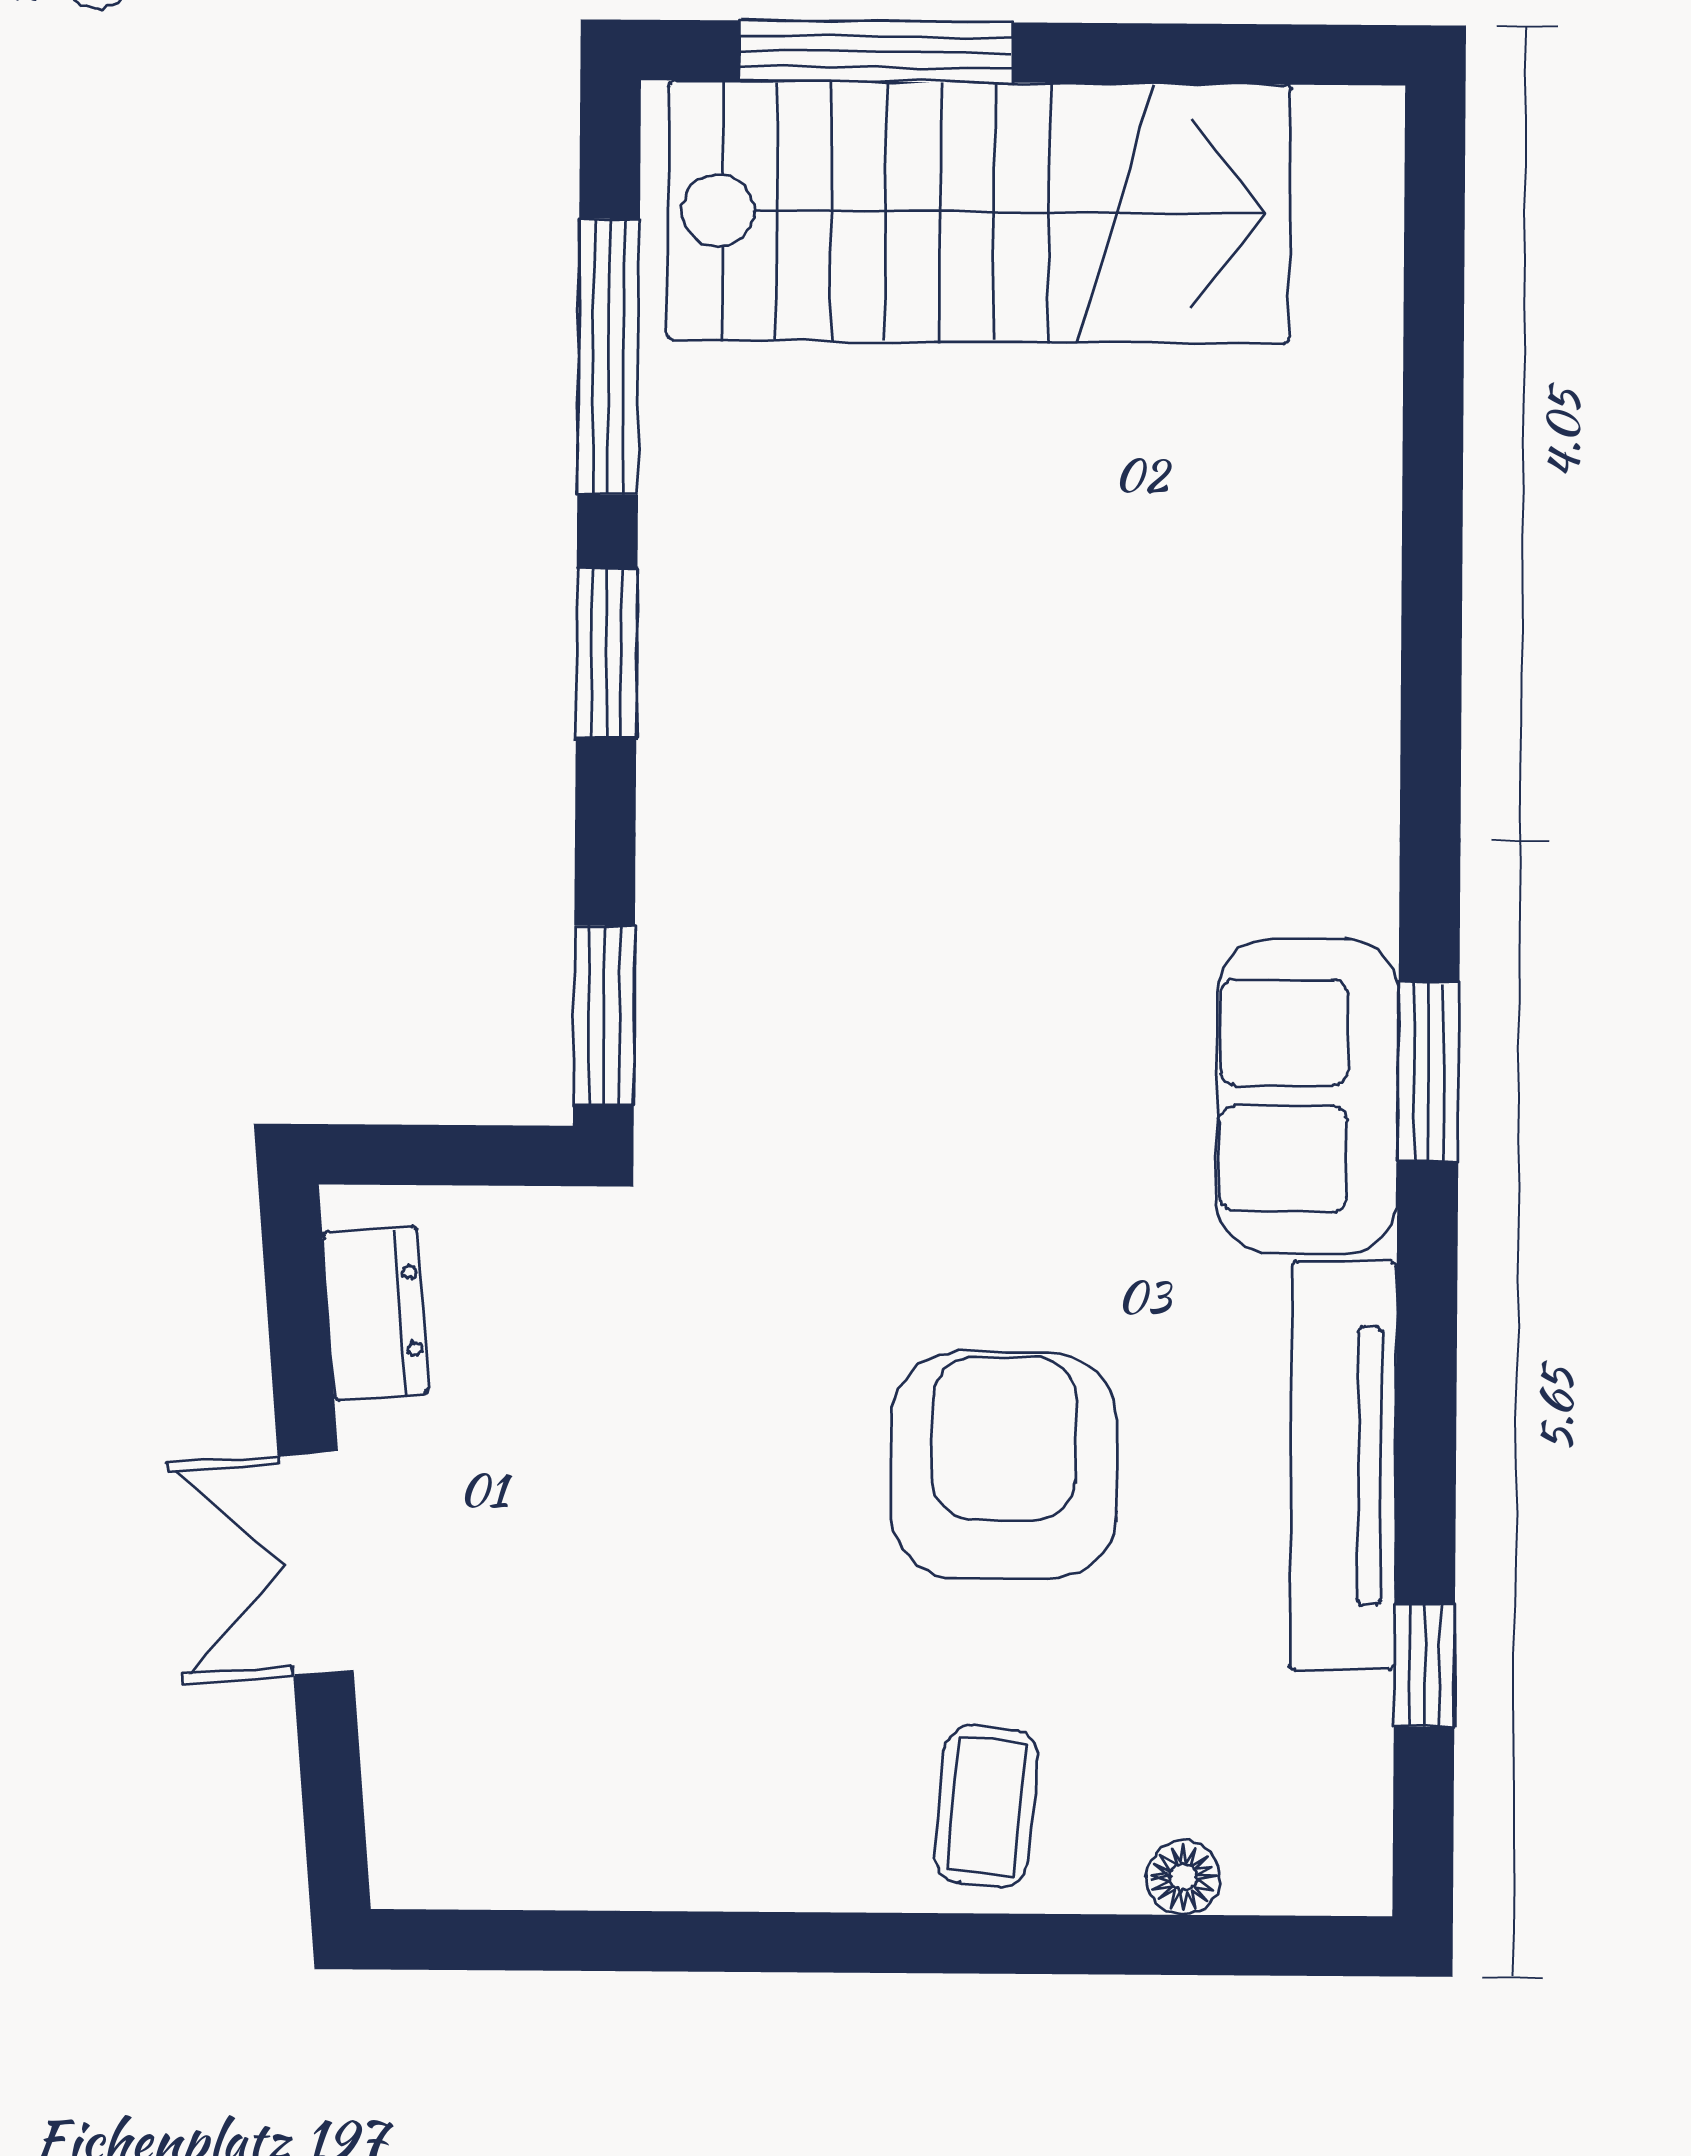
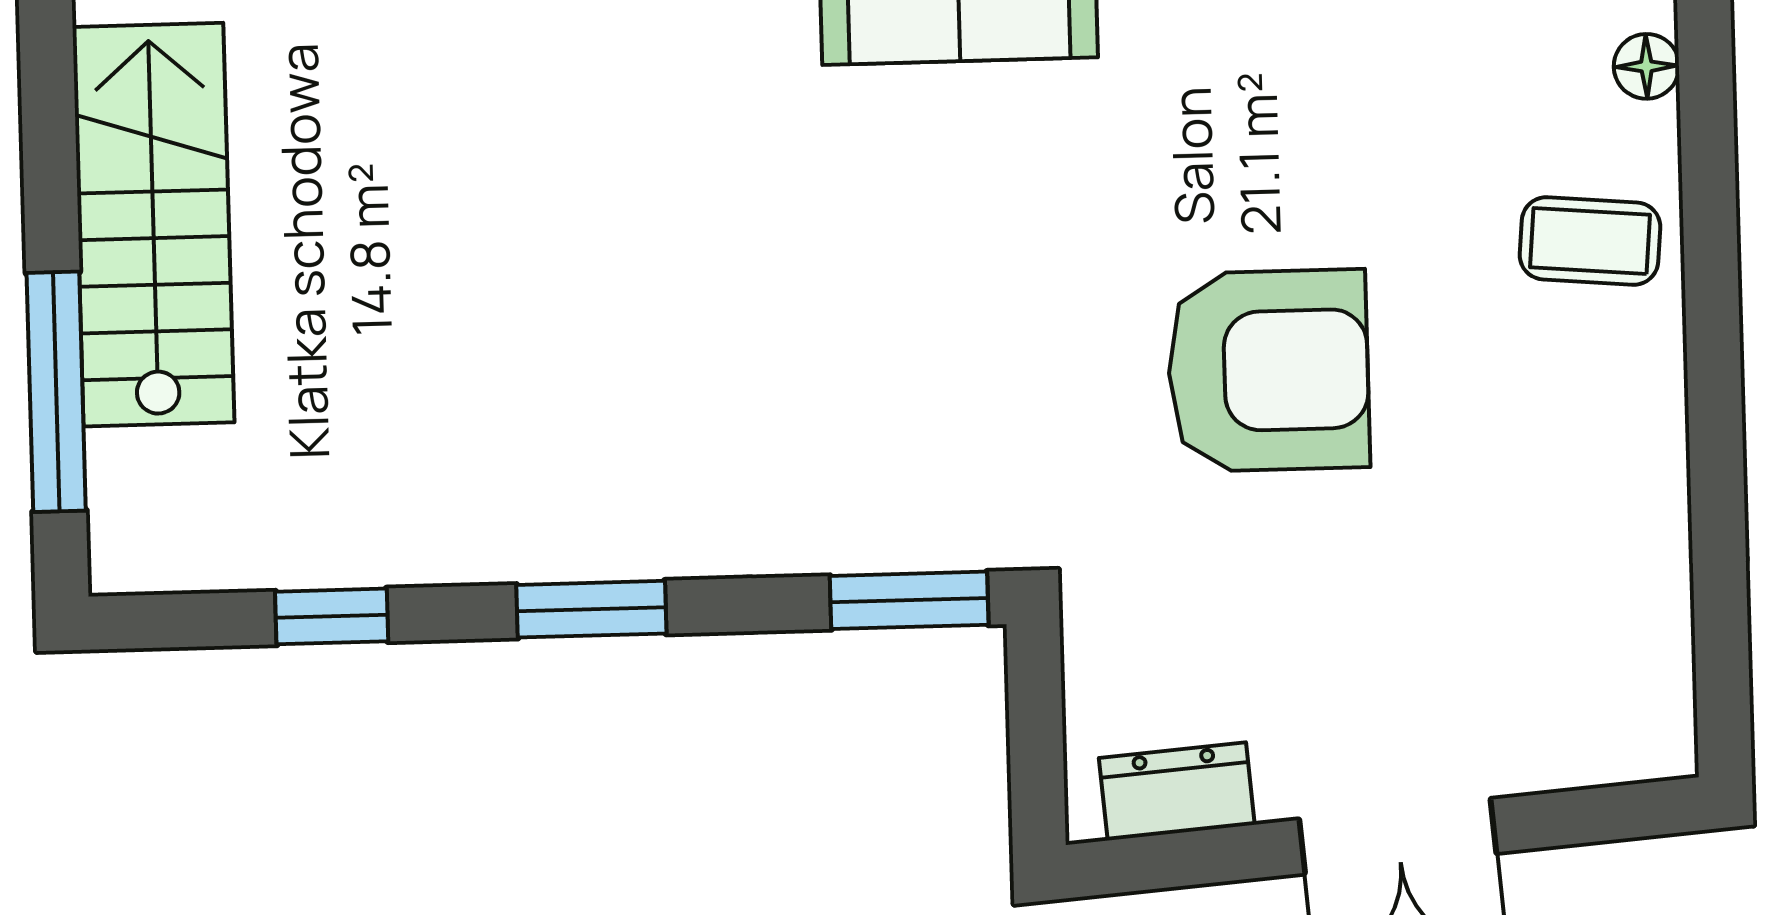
stairs: (979, 212) -> (153, 225), width x0.73, depth x0.66
window: (609, 357) -> (332, 616), width x0.46
armchair: (1004, 1466) -> (1268, 371), moved, turned 180

